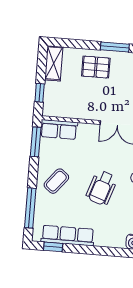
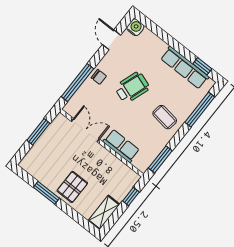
pallet: (96, 67) -> (72, 187), turned 90
row of seats: (59, 129) -> (121, 146), moved
coffee table: (56, 181) -> (165, 117), turned 59

